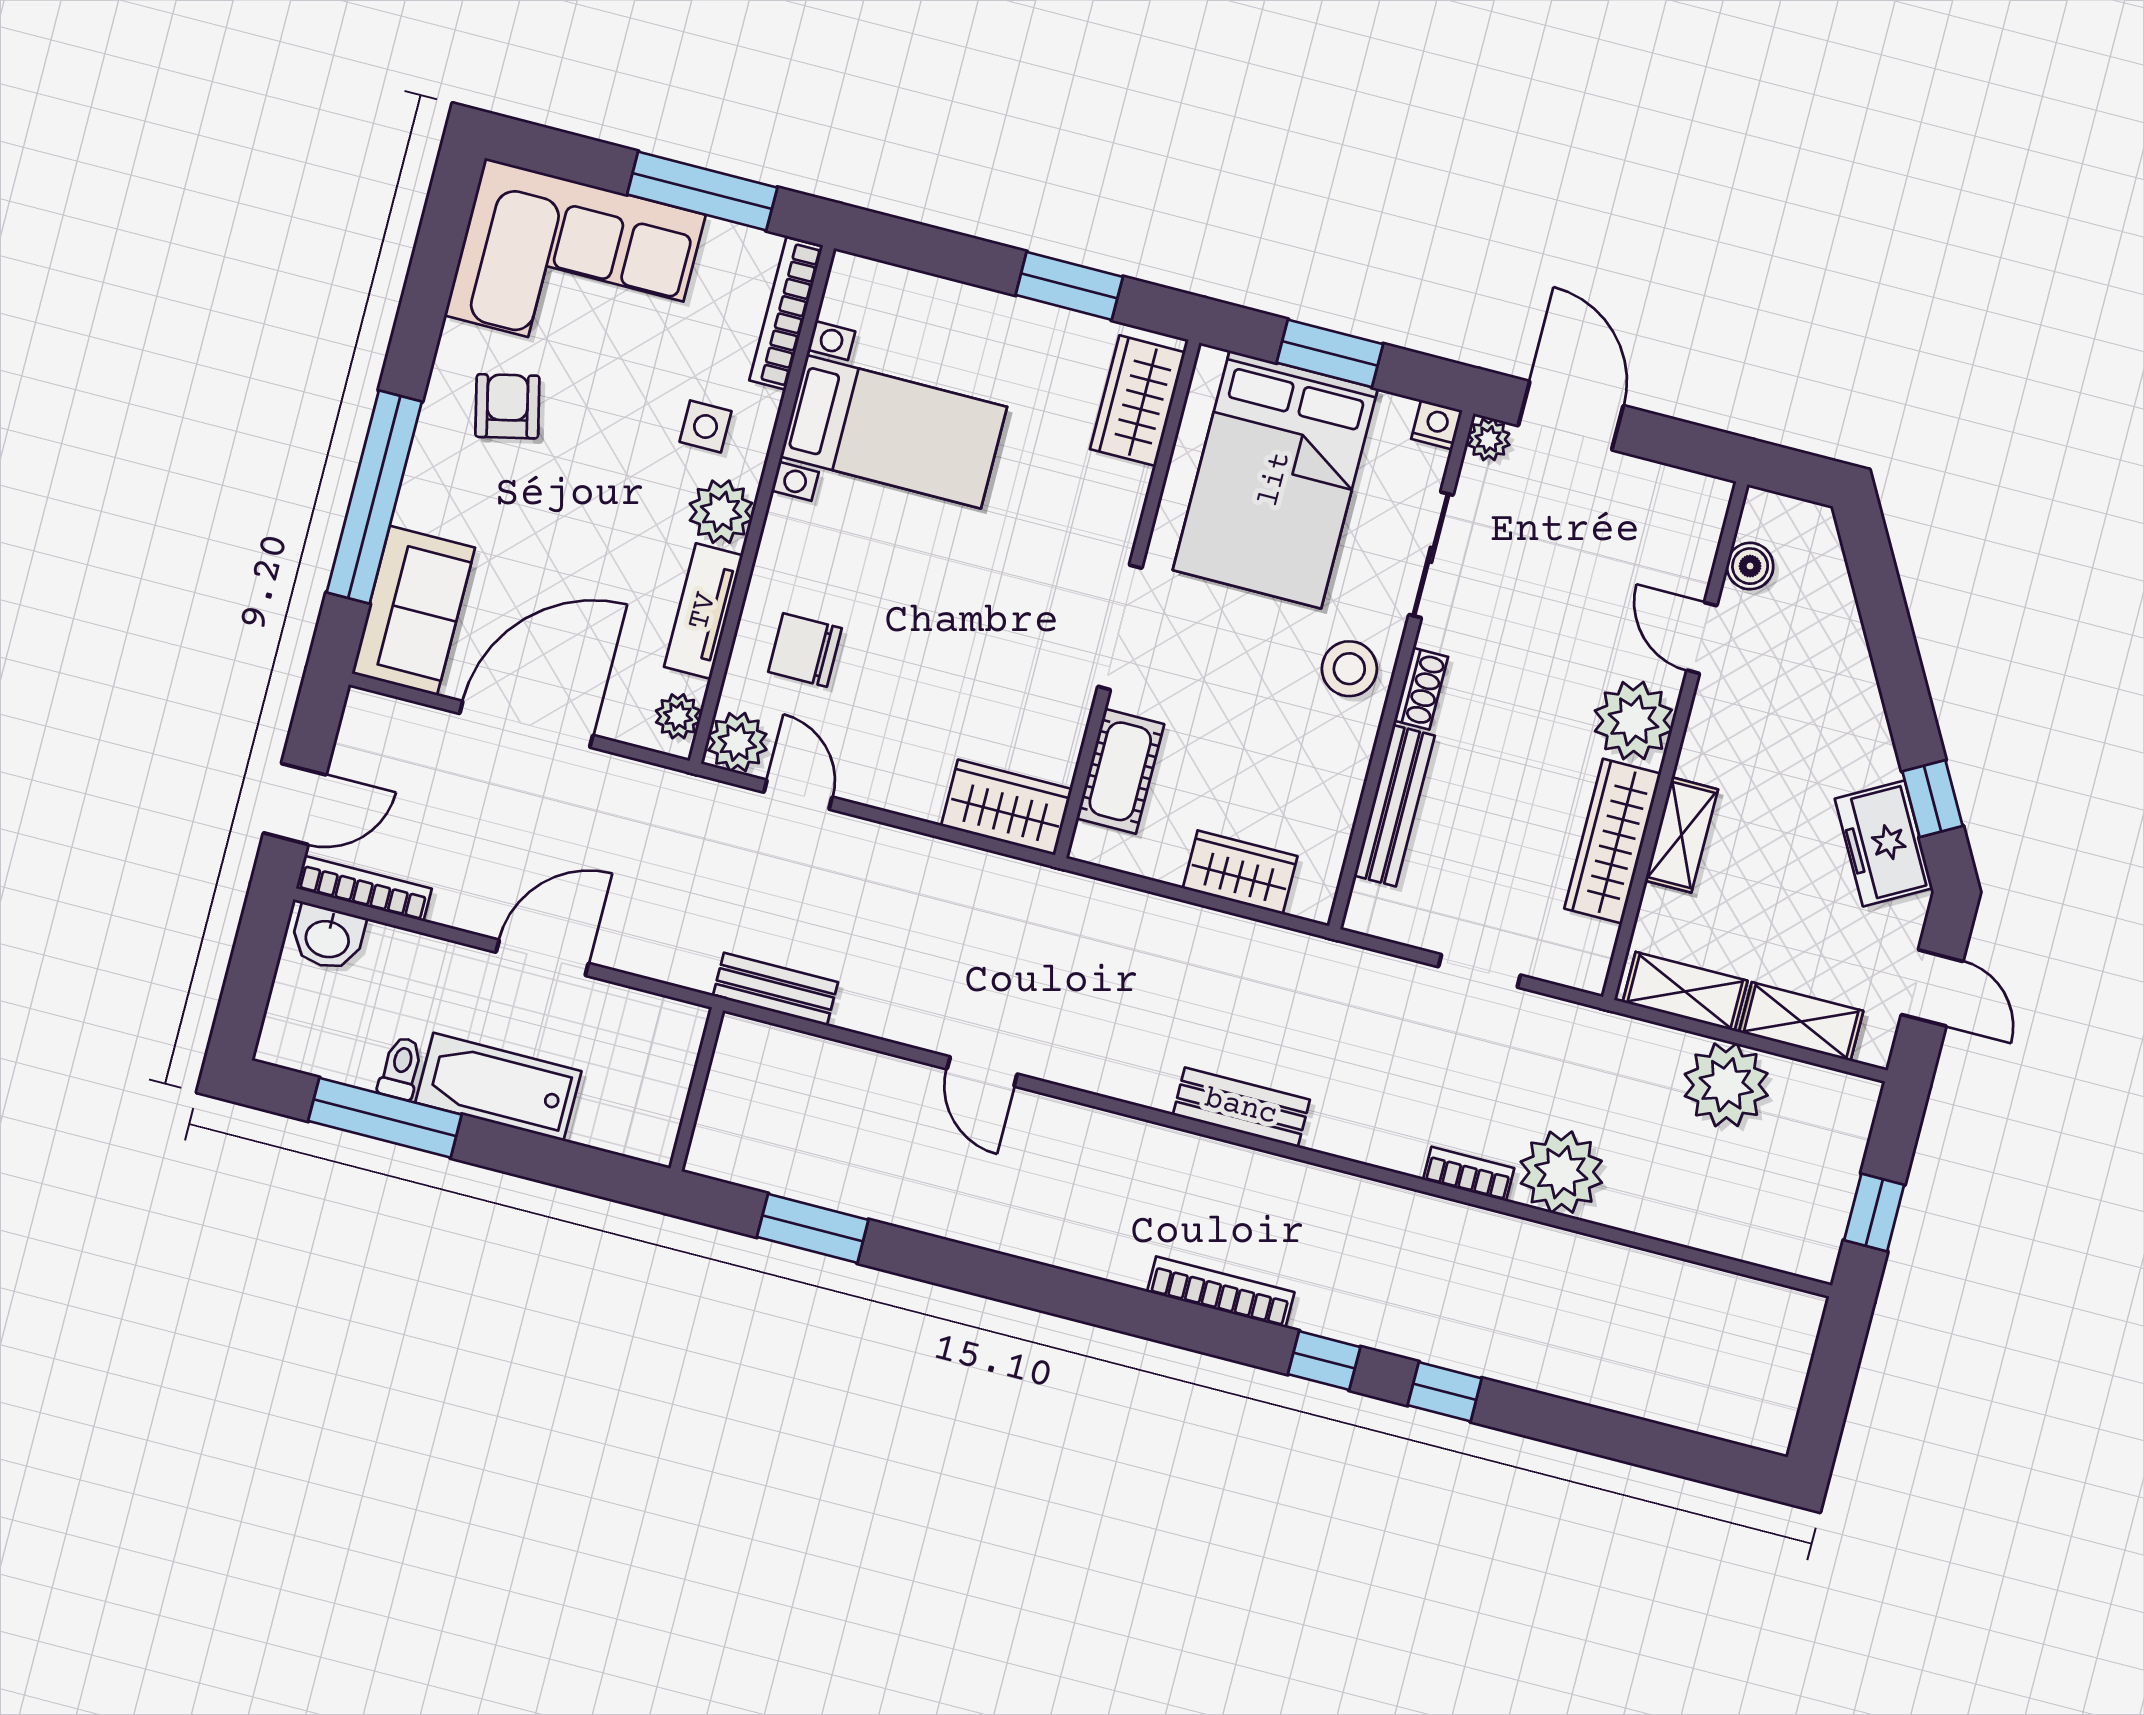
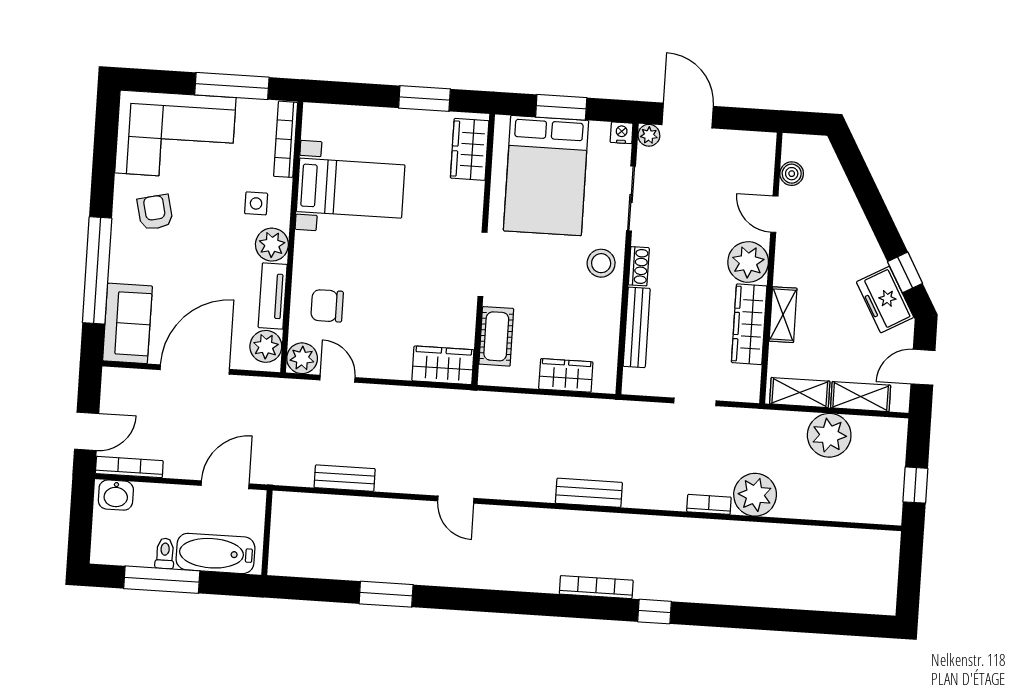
plant: (678, 716) -> (266, 346), width x1.38, depth x1.38
door: (1932, 988) -> (923, 367), swing flipped
wall: (697, 1089) -> (267, 533), moved
window: (1445, 1392) -> (718, 616), removed

